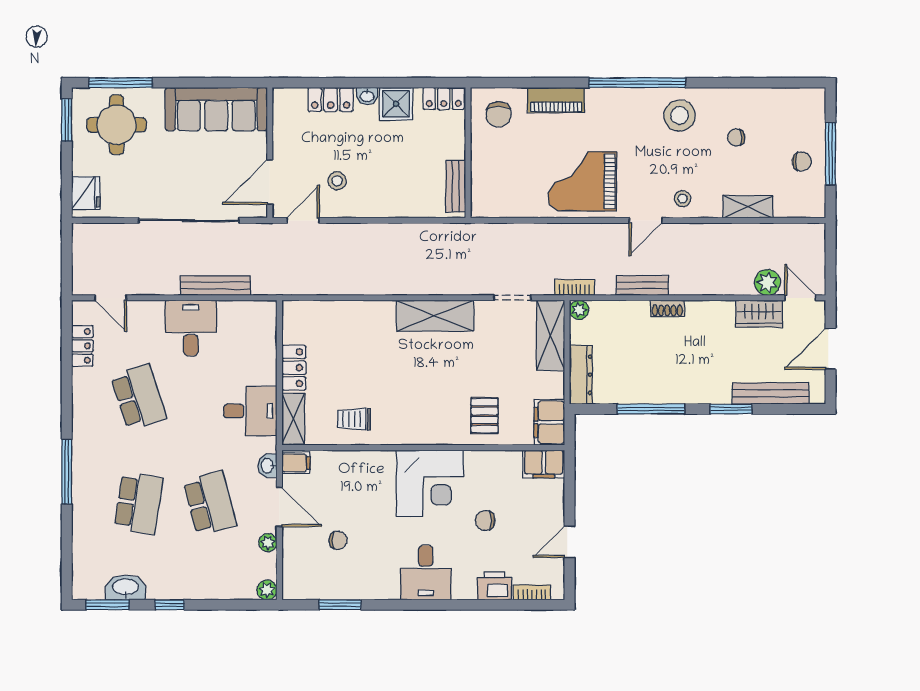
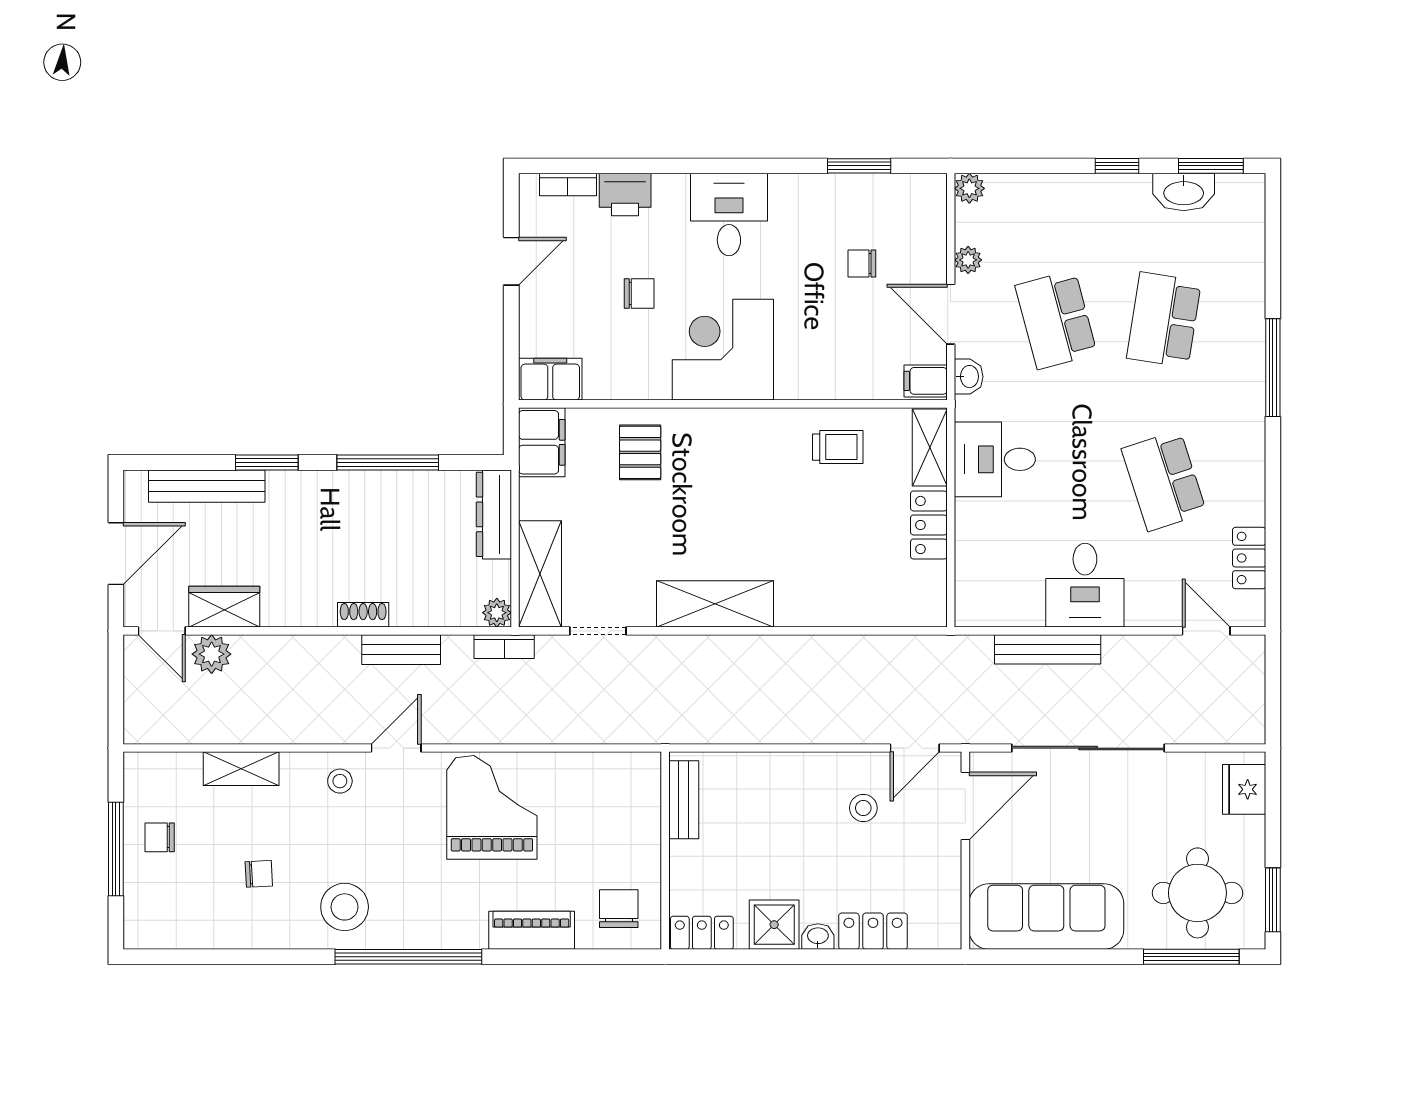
grand piano: (582, 181) -> (492, 807), turned -90

